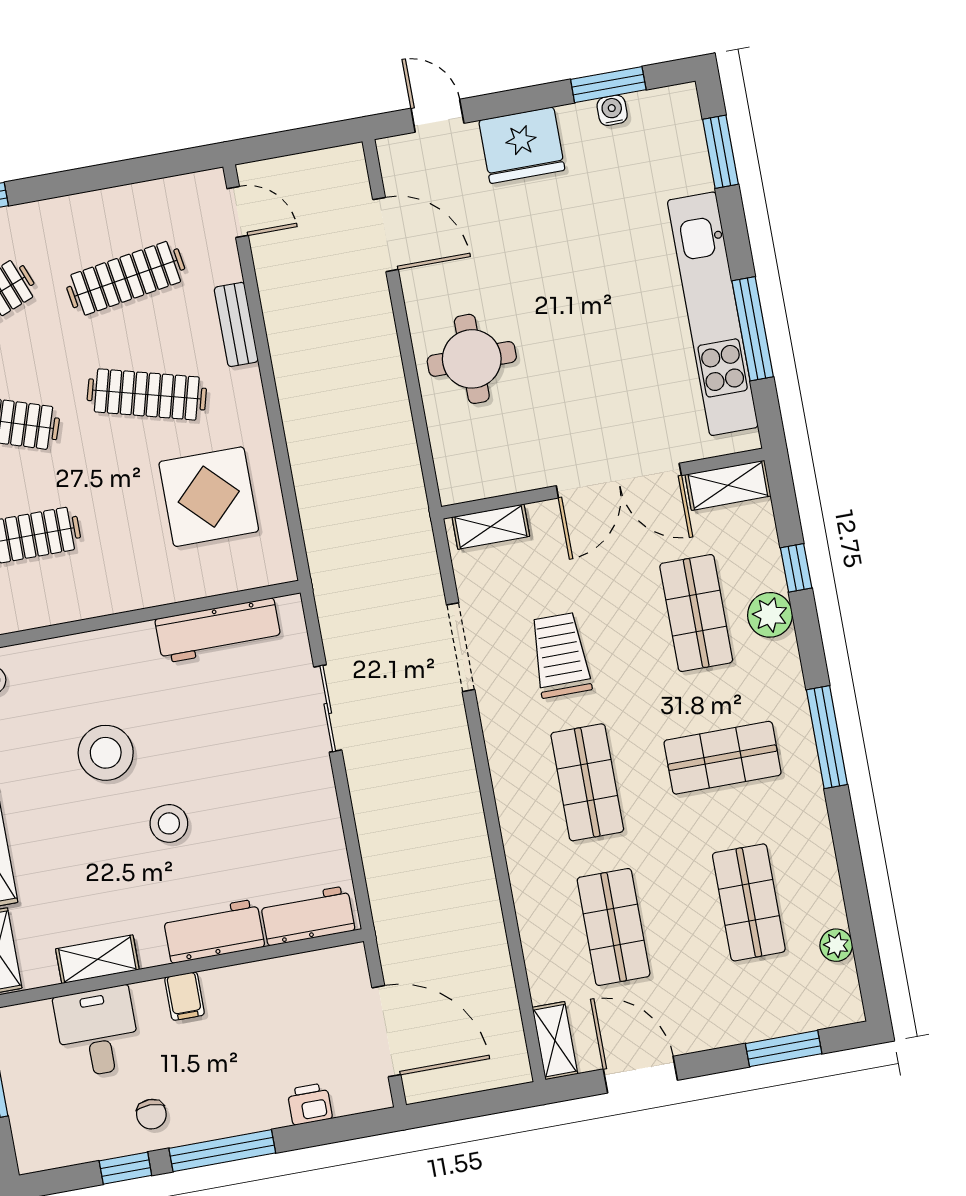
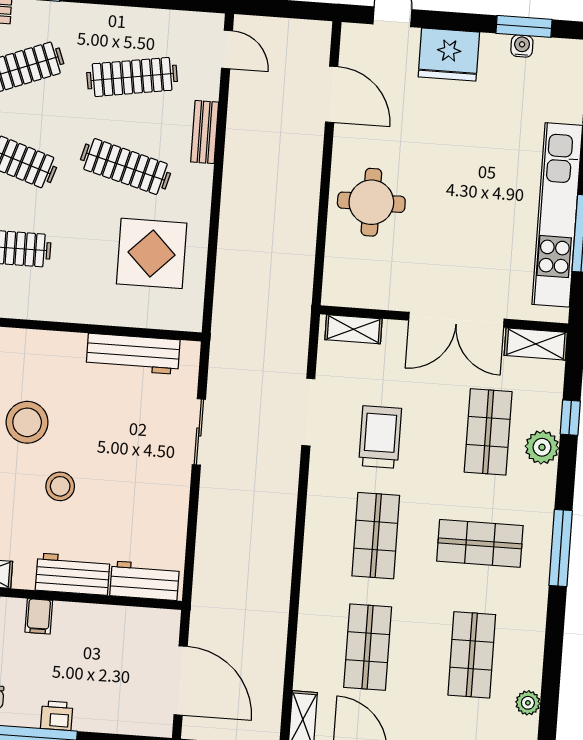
printer: (310, 1104) -> (57, 716), moved

